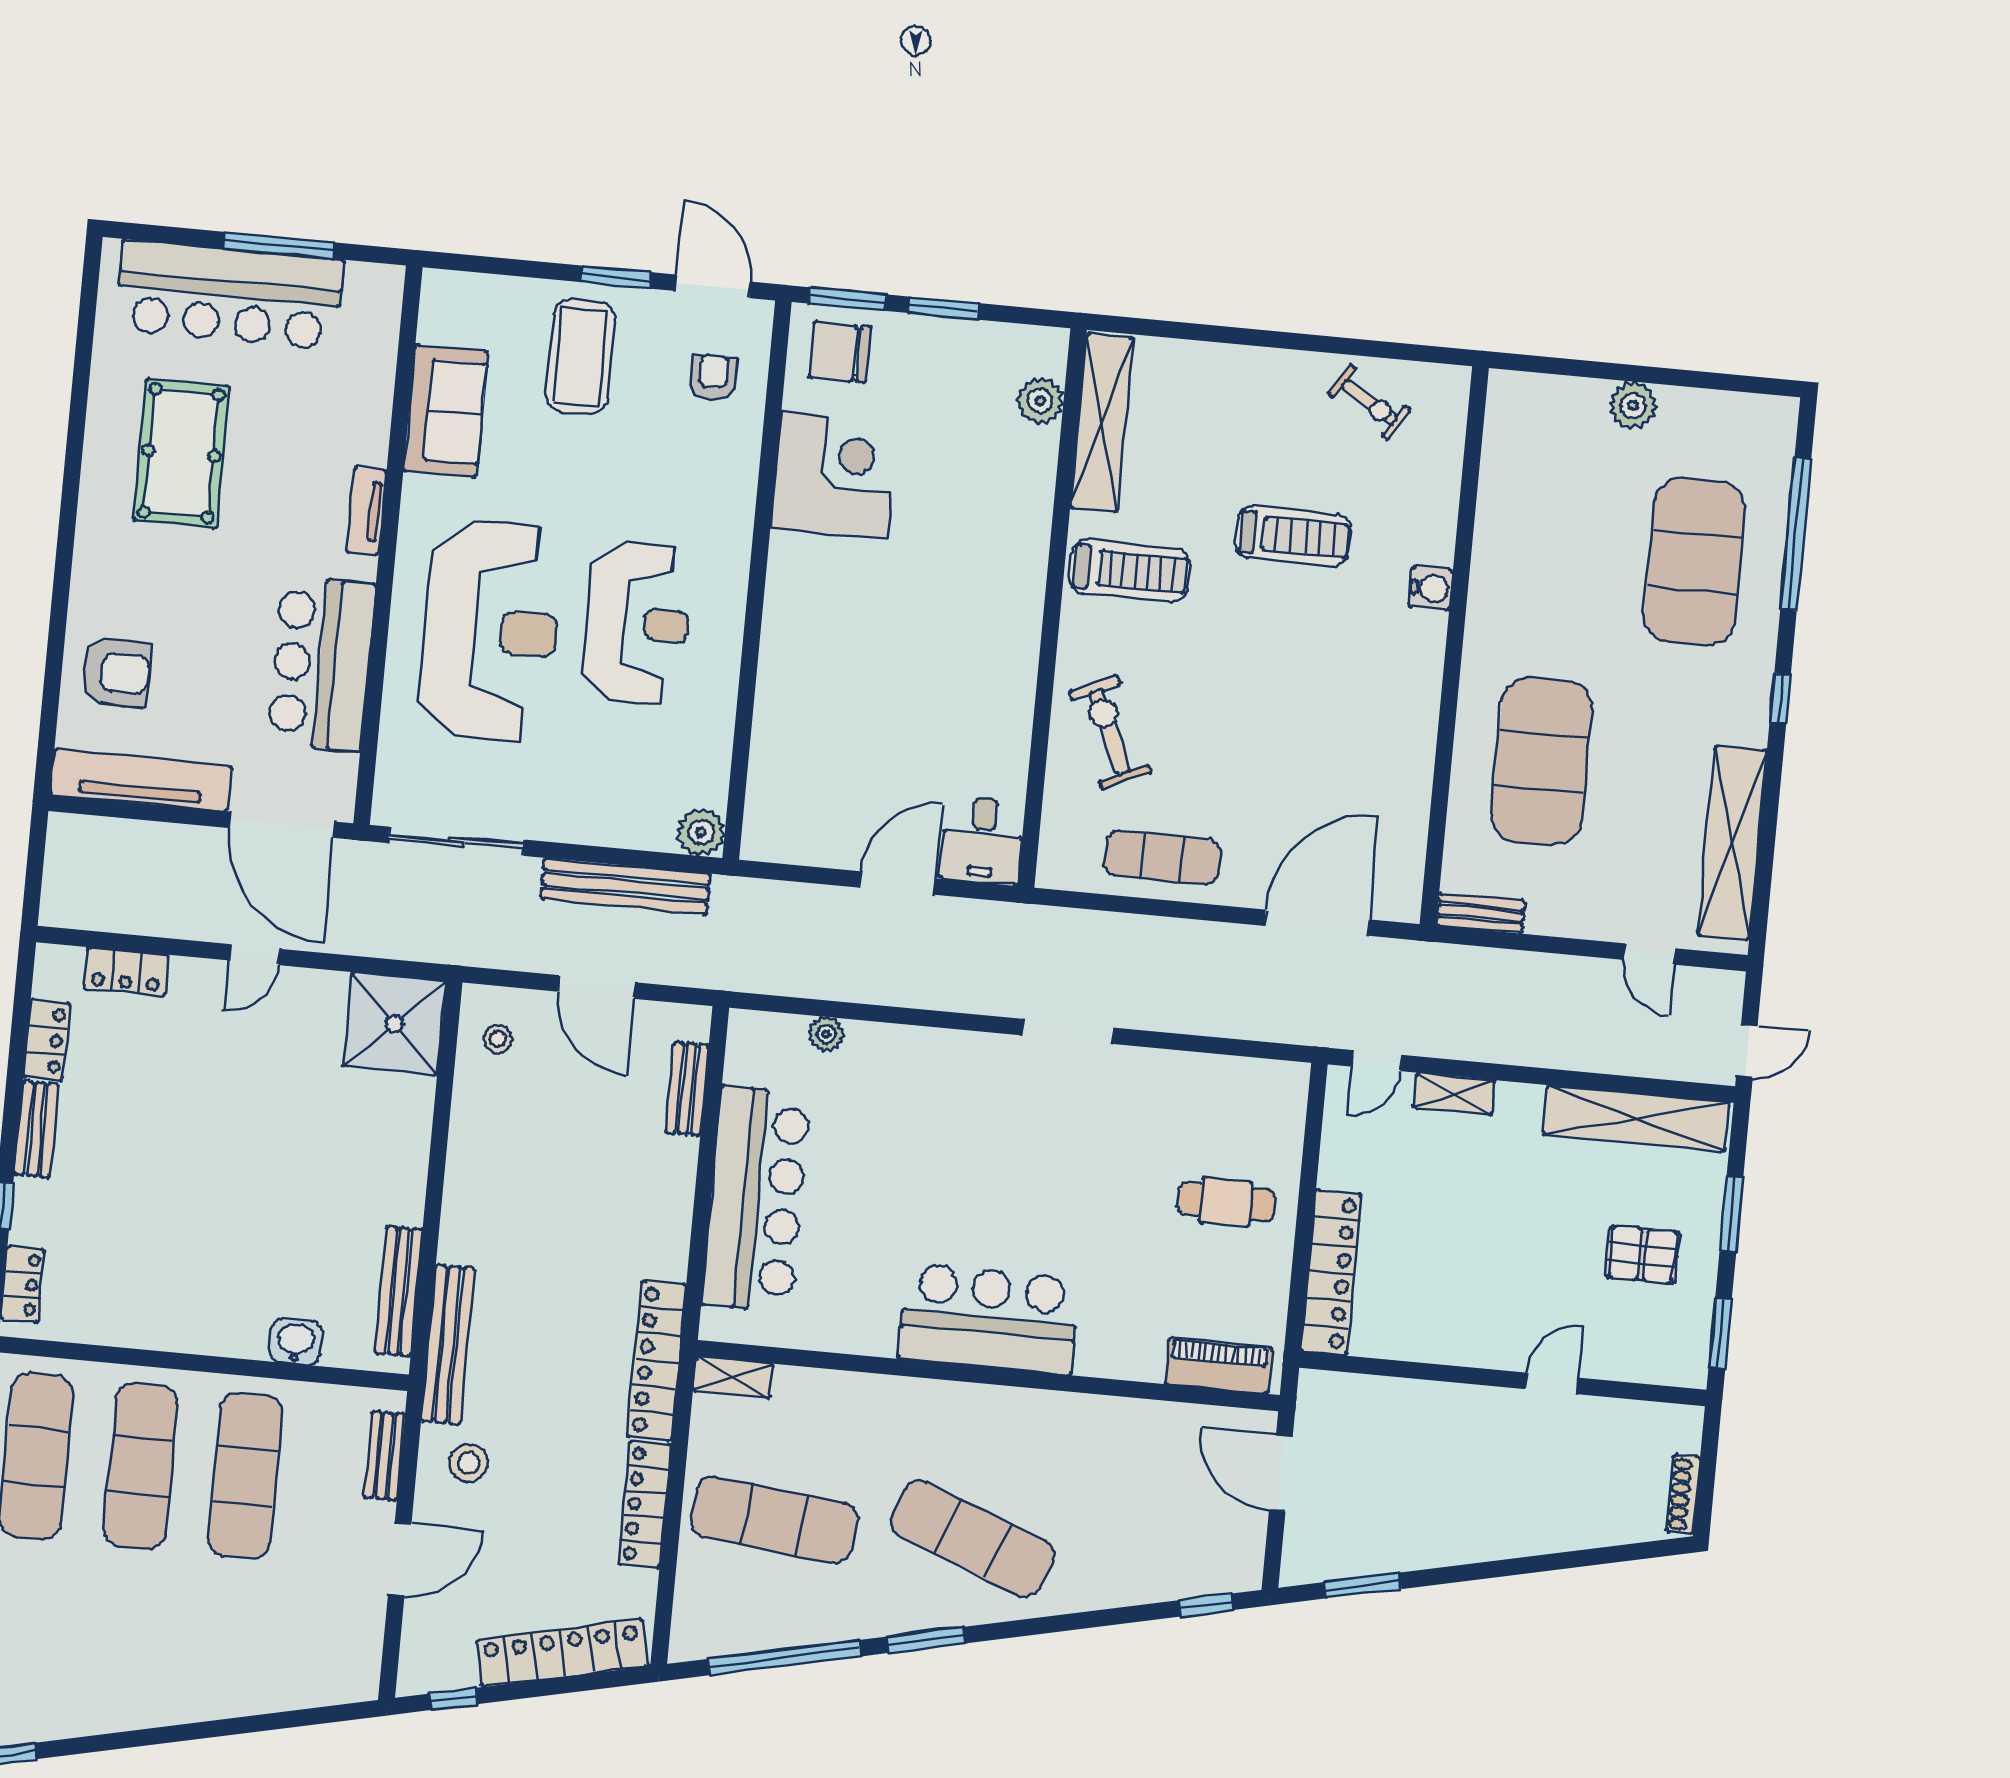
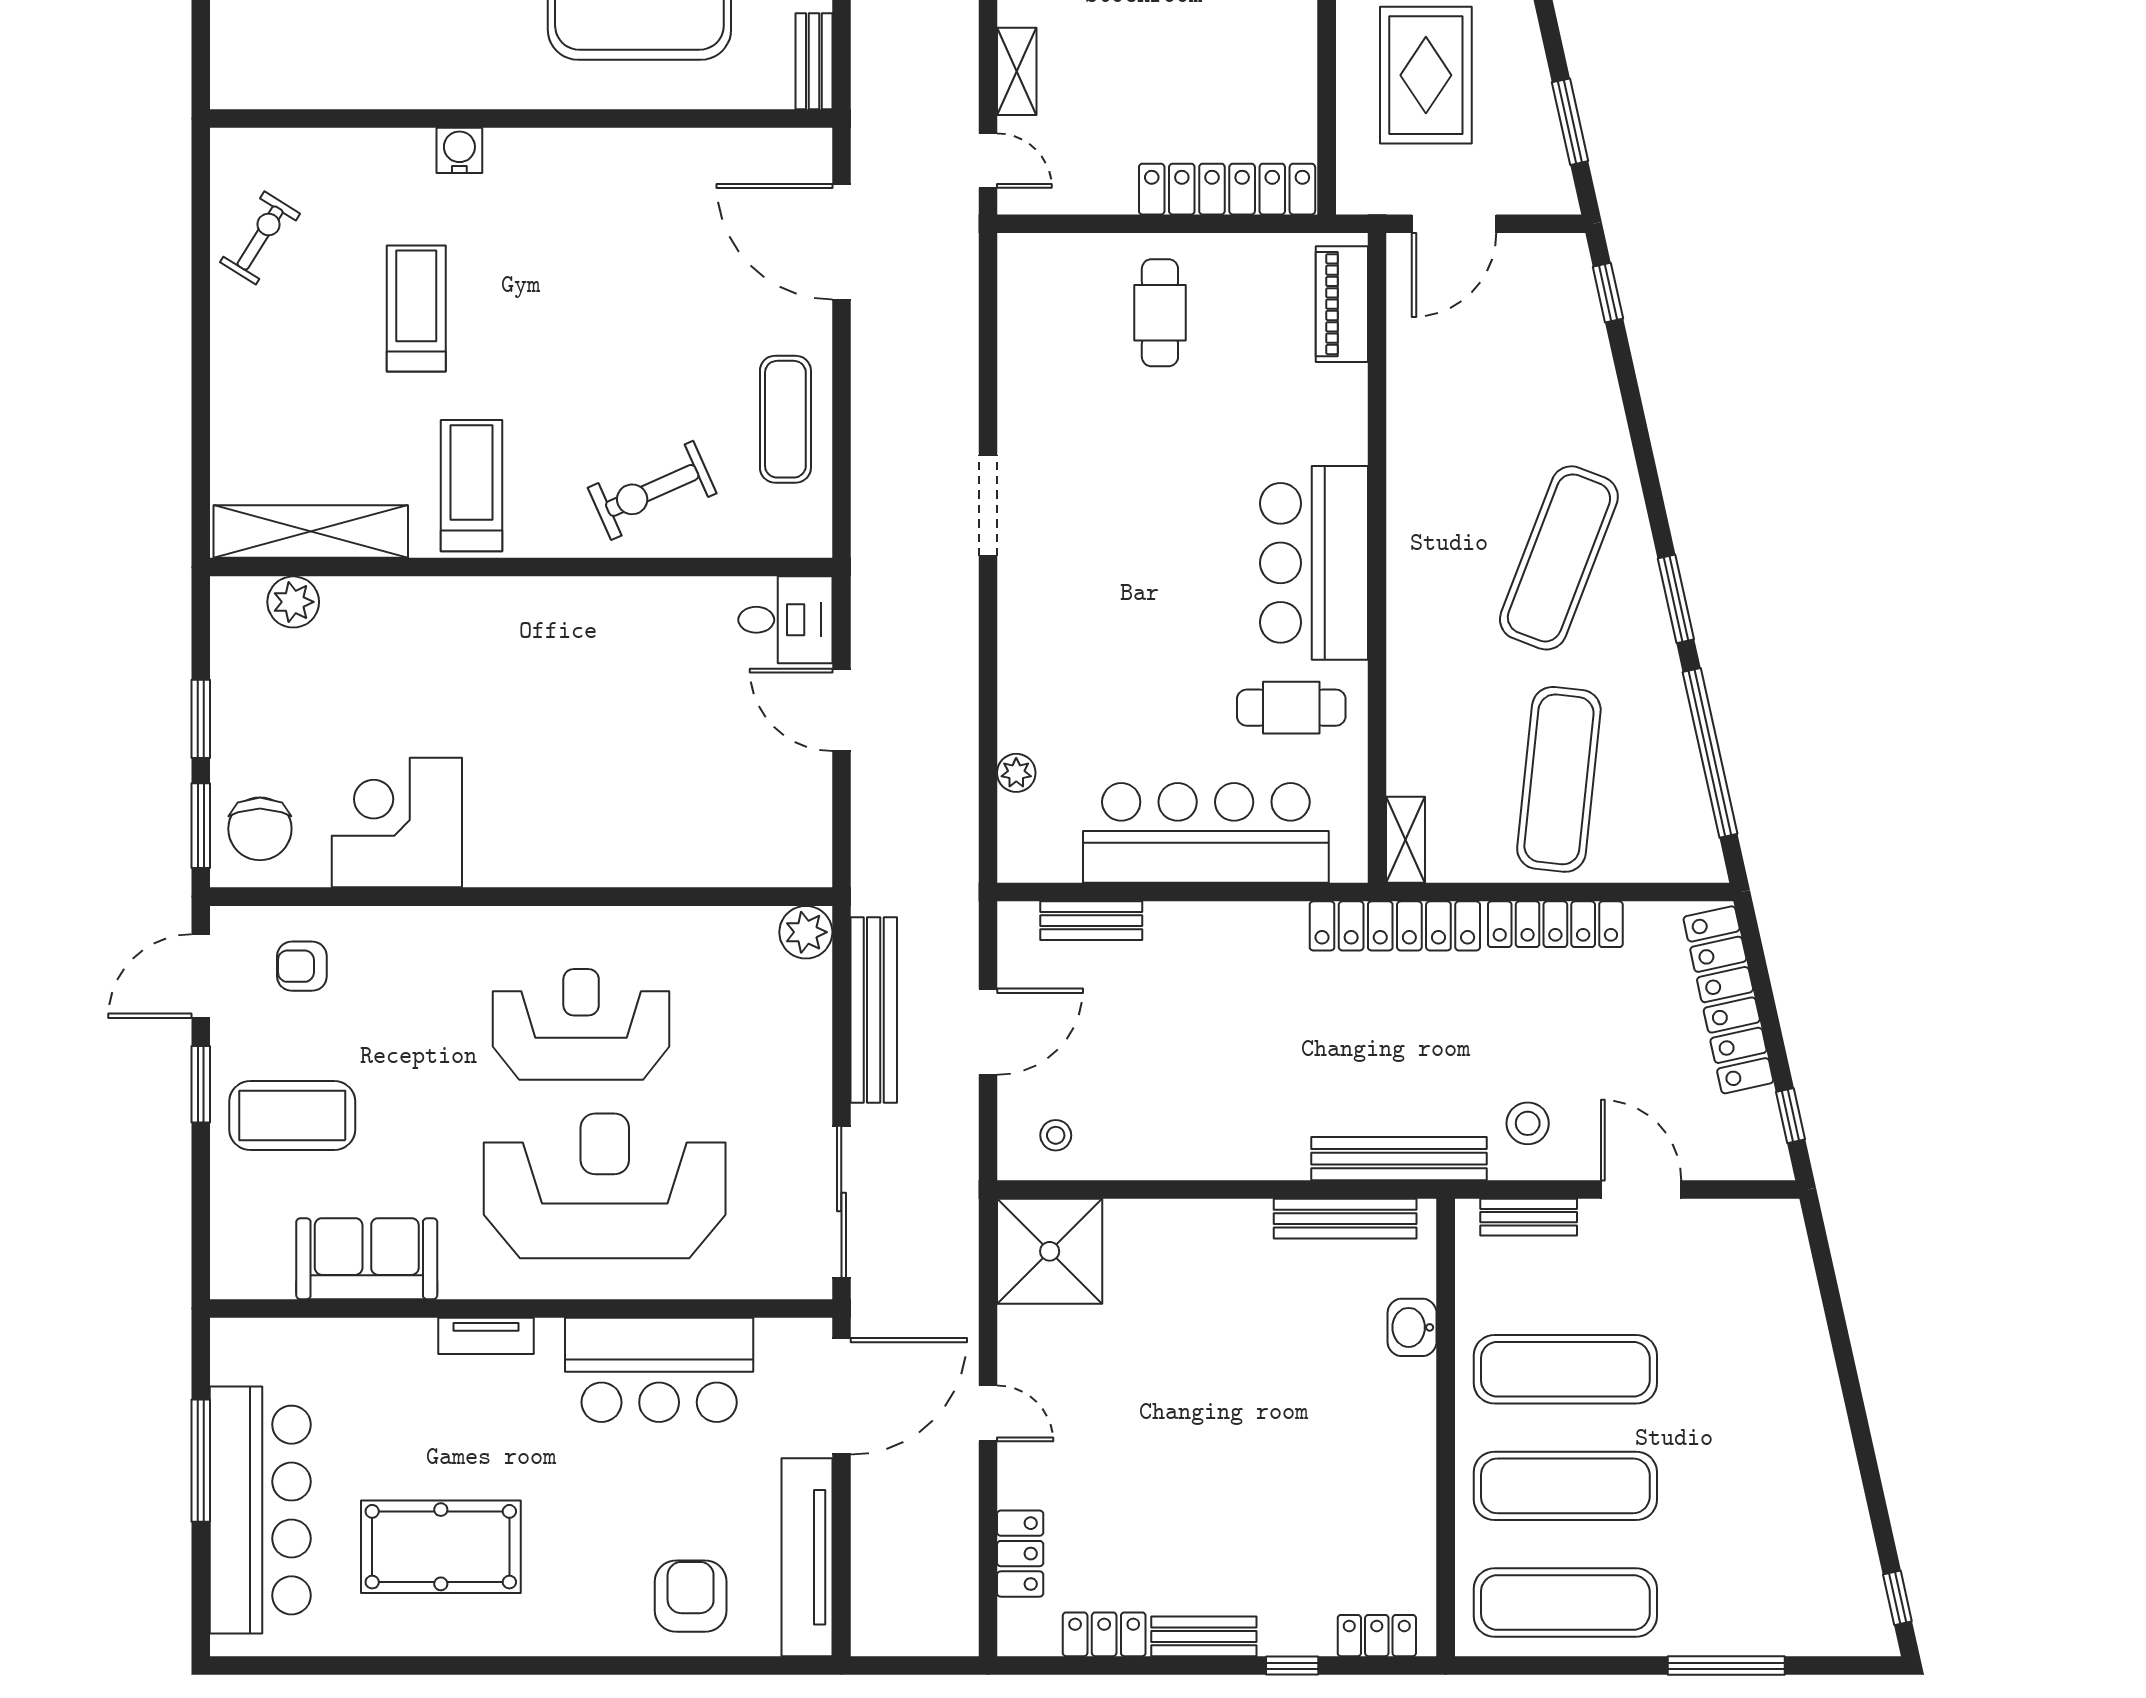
cafe table: (861, 1286) -> (1291, 708), added
rug: (1416, 1460) -> (1426, 75), added

